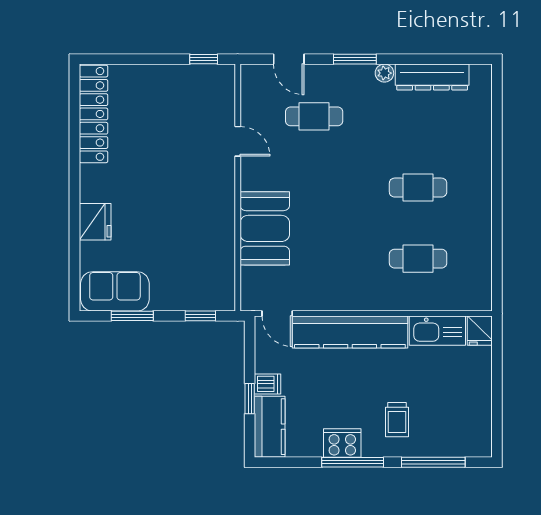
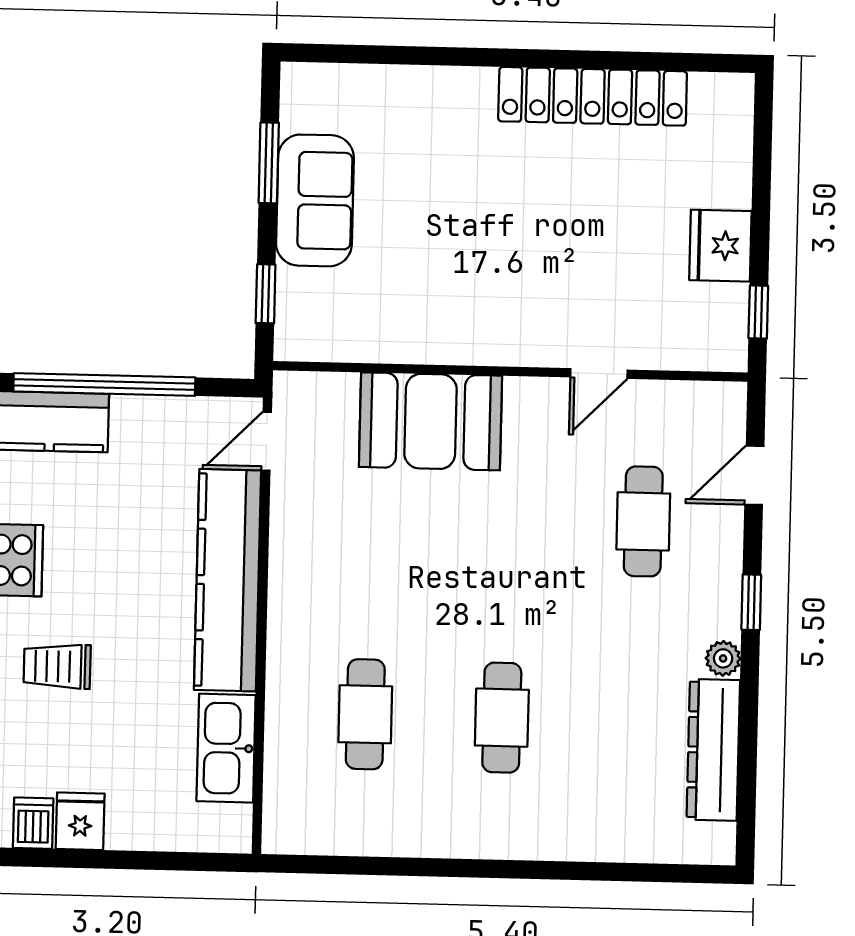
window: (355, 59) -> (751, 602), width x0.67
locker: (93, 114) -> (593, 96), moved
fridge: (95, 222) -> (720, 246), moved, turned 90
sofa: (115, 291) -> (315, 200), moved
fridge: (480, 331) -> (80, 821), moved, turned 90
dishwasher: (268, 384) -> (33, 823), moved, turned 180
window: (250, 399) -> (104, 384), width x3.17

